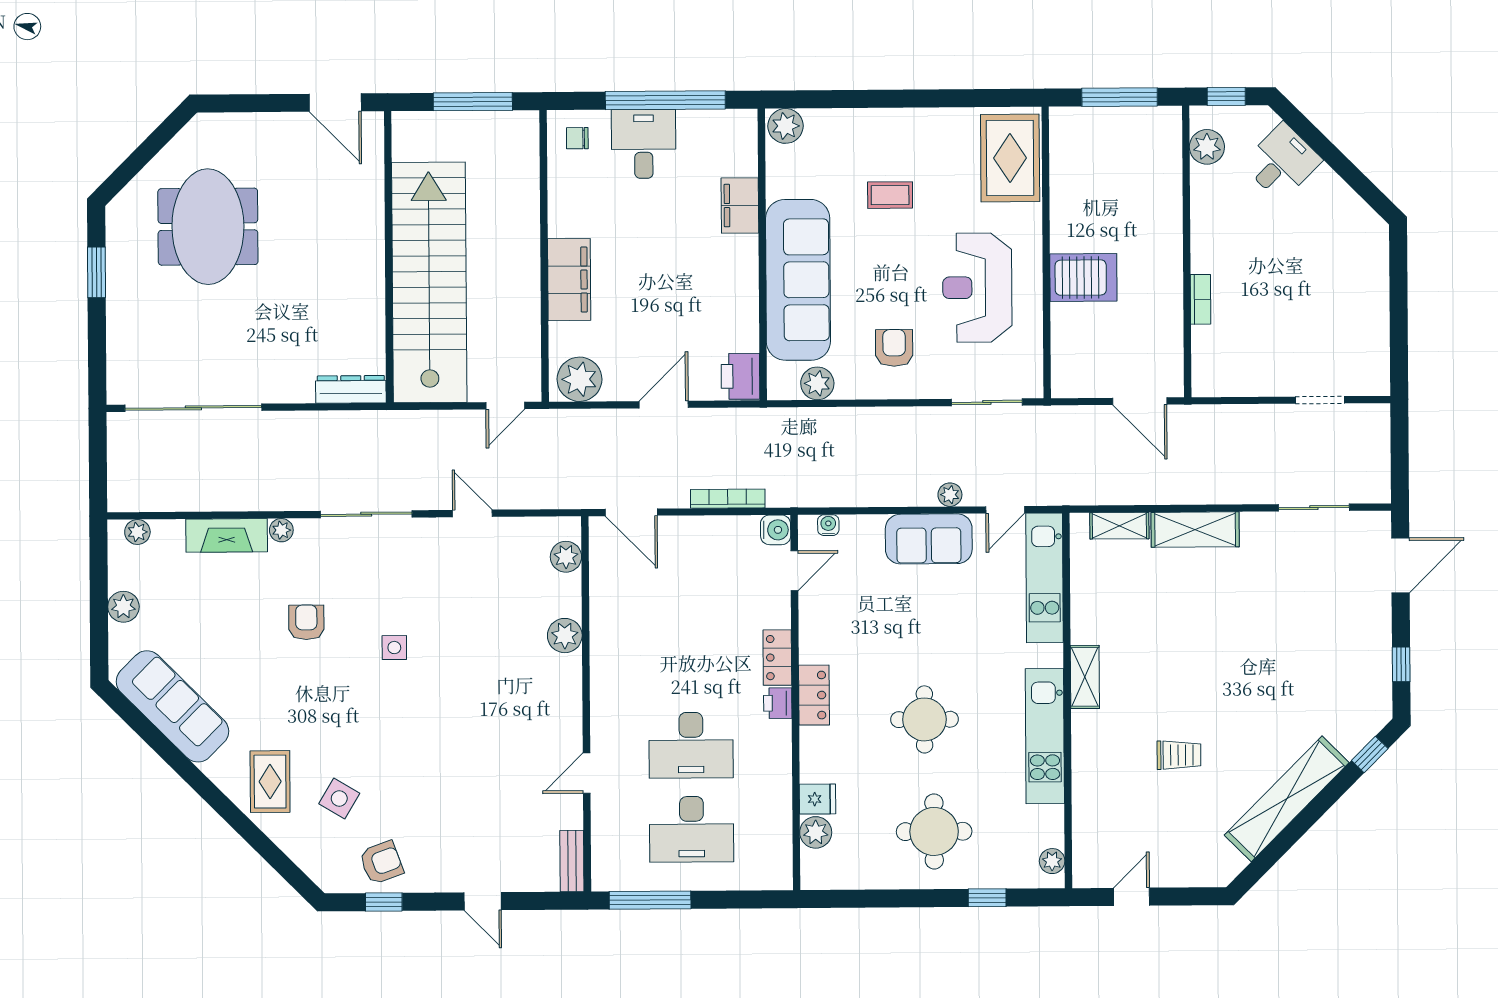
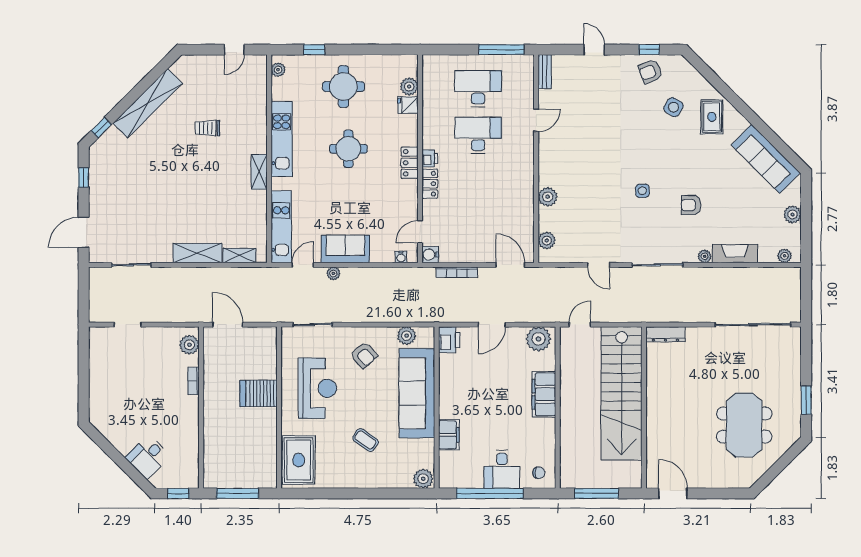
plant: (1207, 147) -> (189, 345), moved
coffee table: (890, 195) -> (365, 440), turned 35
armchair: (894, 348) -> (364, 355), turned -42
armchair: (306, 622) -> (691, 205), turned 90

